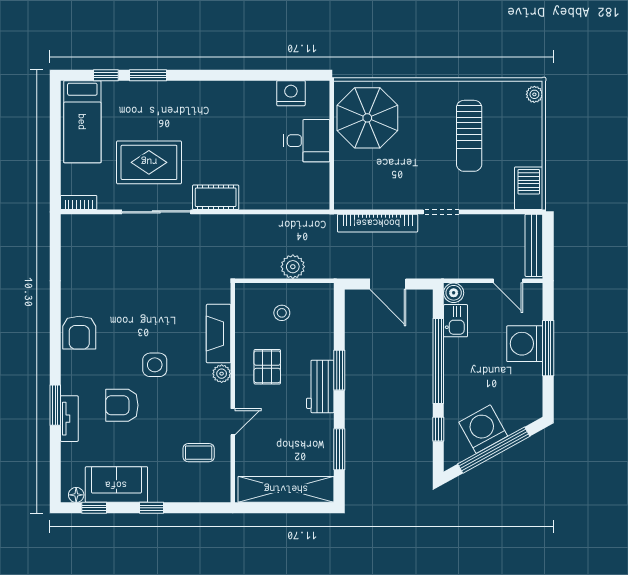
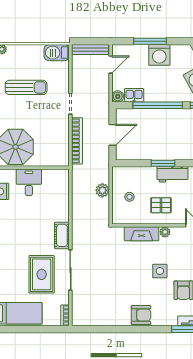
washing machine: (525, 344) -> (159, 55), moved

